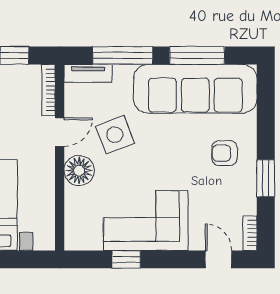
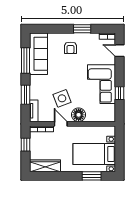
window: (123, 55) -> (25, 95), width x0.69
sofa: (195, 89) -> (38, 54), width x0.74, depth x0.79
door: (218, 259) -> (119, 51), hinge flipped

